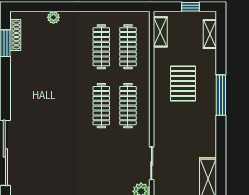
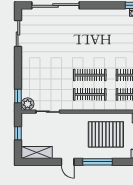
pallet: (183, 83) -> (106, 134), width x1.37, depth x1.41
door: (221, 136) -> (68, 162), added

